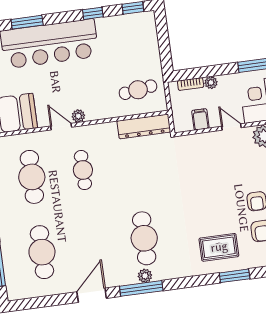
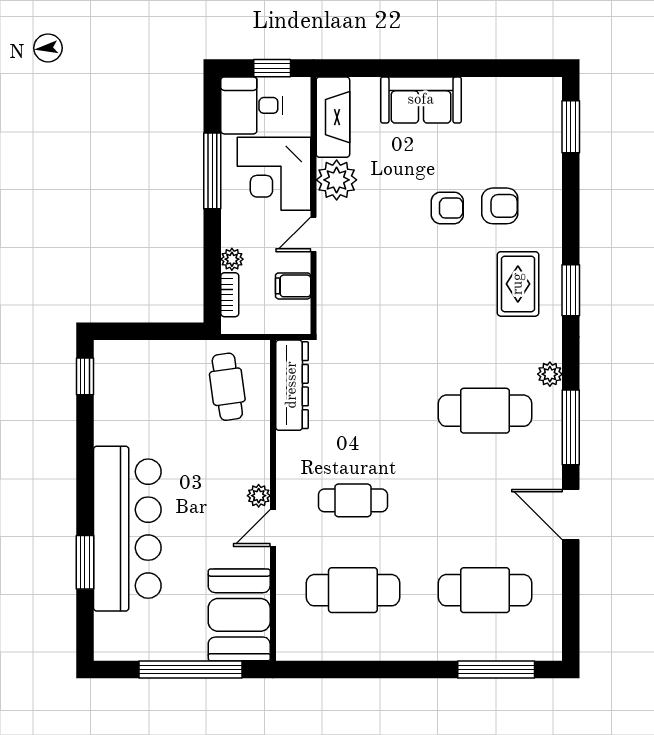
window: (93, 13) -> (85, 447), removed
plant: (145, 276) -> (550, 374), moved
window: (235, 276) -> (571, 290), moved

